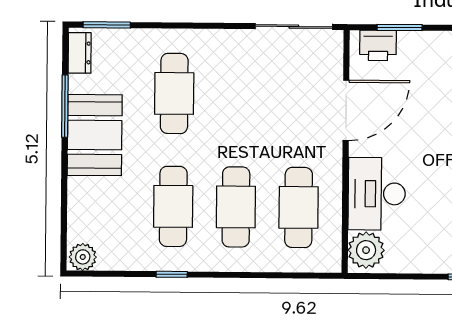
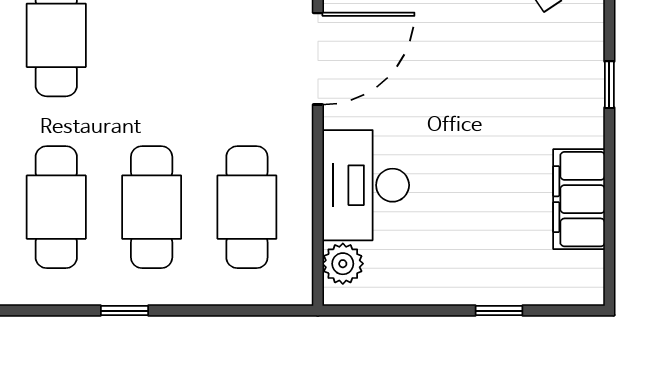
plant: (366, 250) -> (343, 264), width x0.73, depth x0.73
window: (172, 274) -> (125, 311), moved

